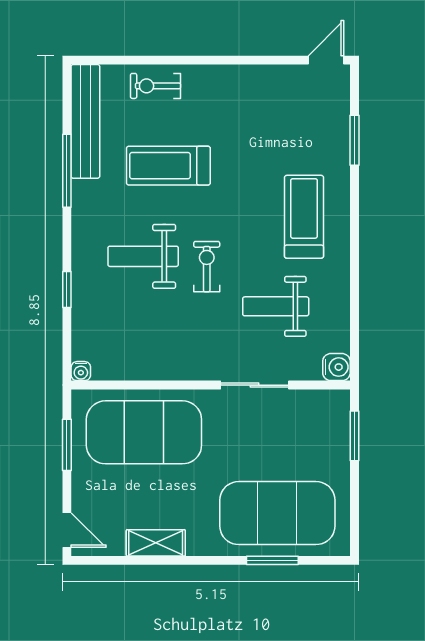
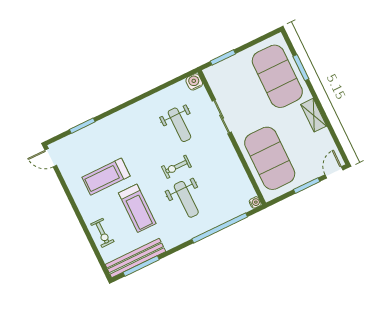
window: (67, 171) -> (141, 266), moved
treadmill: (304, 217) -> (106, 177), moved
window: (67, 290) -> (220, 228), width x3.17
window: (67, 445) -> (307, 186), moved
shelving: (156, 543) -> (314, 115), moved

